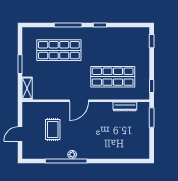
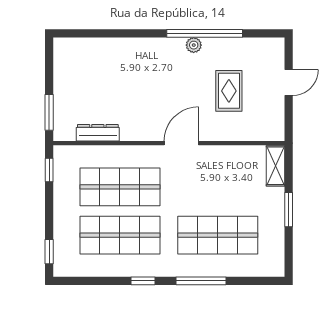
shop shelf: (113, 50) -> (120, 235), added

